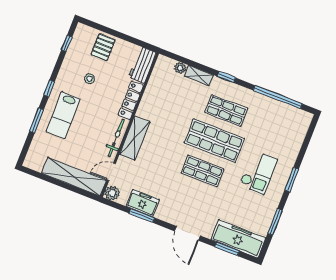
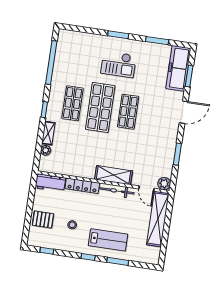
checkout: (258, 172) -> (118, 64), turned 180
freezer: (143, 203) -> (167, 156), removed

